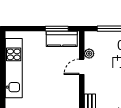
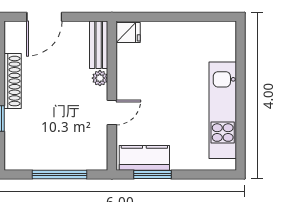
plant: (89, 54) -> (100, 78), moved

